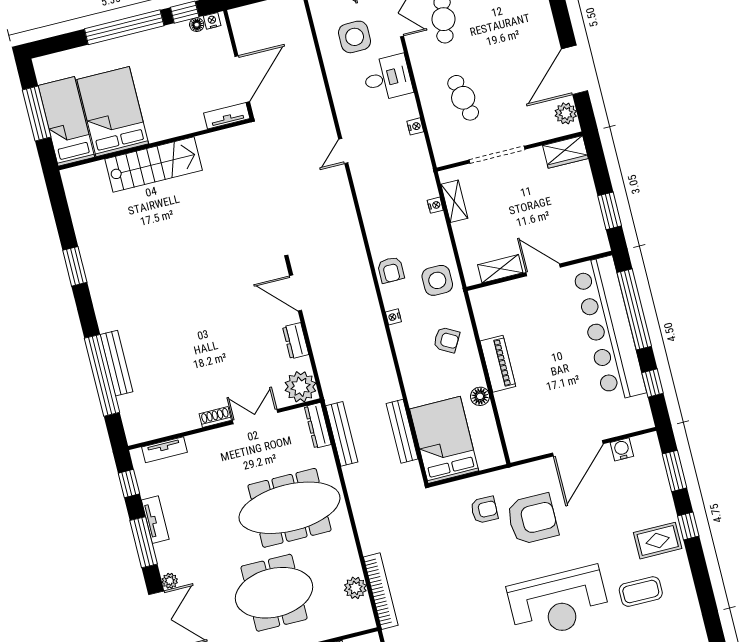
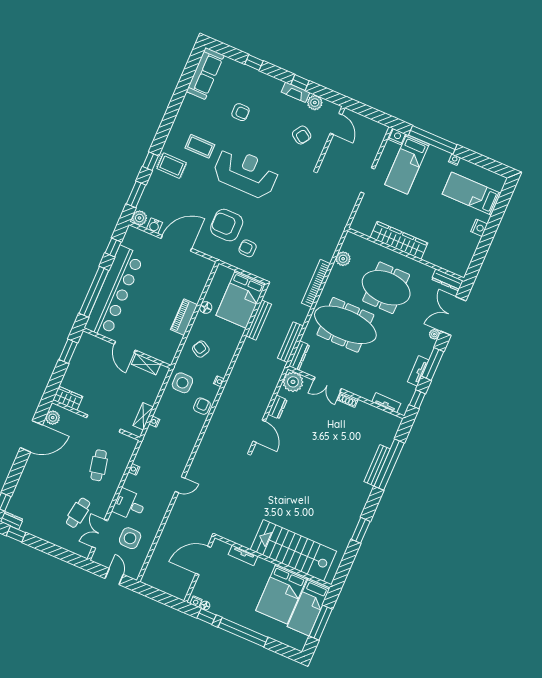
tv unit: (227, 116) -> (243, 555), moved
stairs: (154, 165) -> (293, 550), width x1.36, depth x1.51
plant: (648, 445) -> (139, 218), added
bookcase: (381, 591) -> (316, 283), moved

